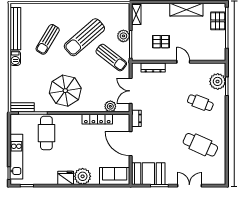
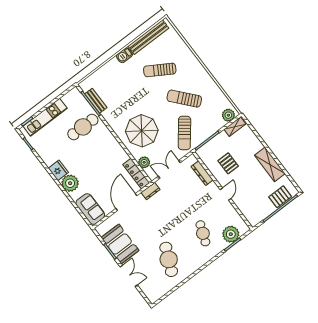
plant: (123, 36) -> (228, 115), moved
sun lounger: (84, 37) -> (184, 99), width x0.73, depth x0.75
parasol: (65, 91) -> (142, 131), moved
bench: (22, 107) -> (96, 101), moved
locker: (97, 119) -> (136, 174), moved
booth: (148, 174) -> (120, 244), moved

